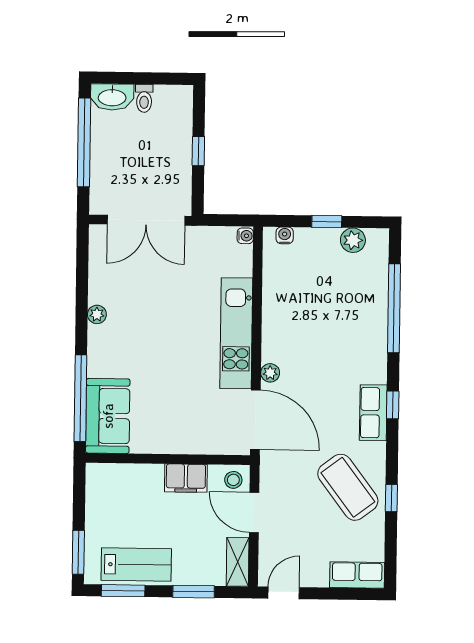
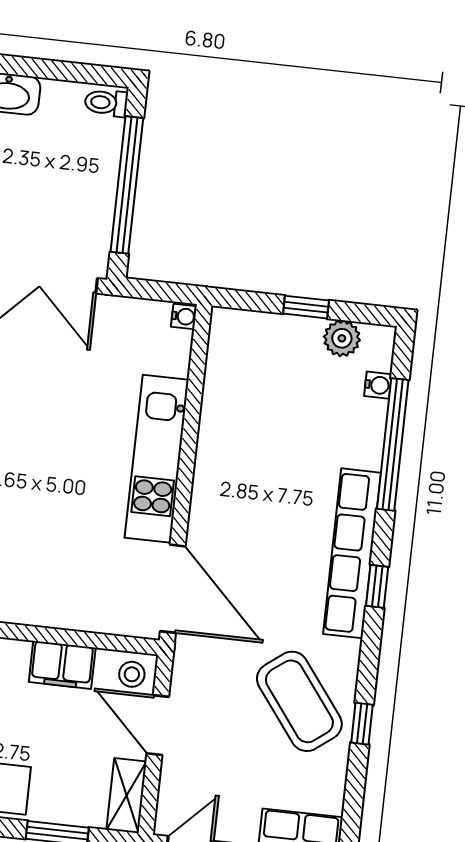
toilet: (144, 98) -> (106, 103), moved, turned 90
window: (198, 151) -> (127, 185), width x3.17
water cooler: (285, 235) -> (378, 385), moved, turned 90
plant: (270, 373) -> (201, 522), removed
row of seats: (373, 413) -> (352, 553), width x2.02

